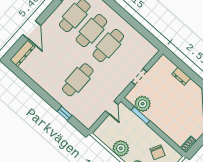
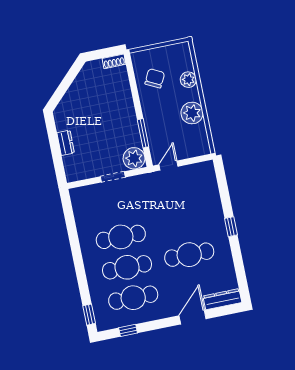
cafe table: (78, 80) -> (189, 255), moved
plant: (143, 104) -> (134, 158), moved
window: (65, 113) -> (231, 227), moved

